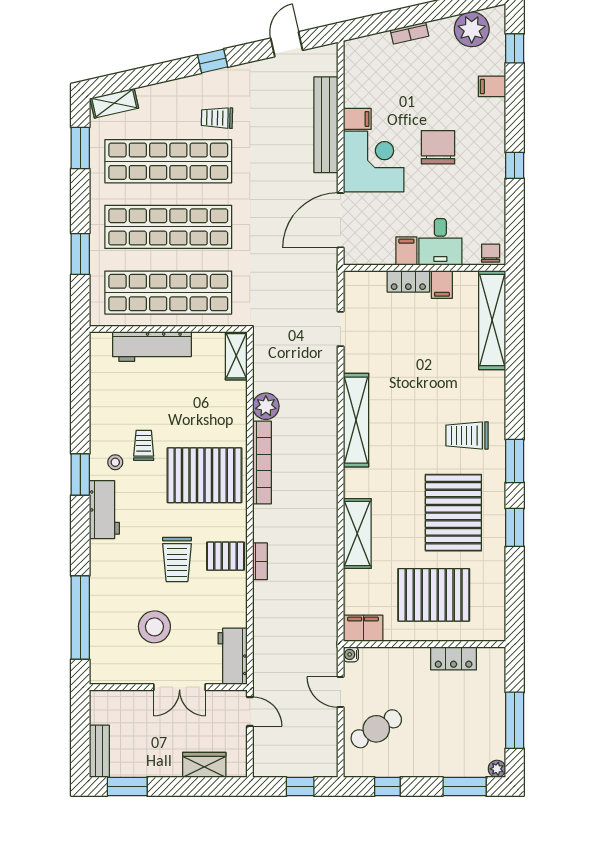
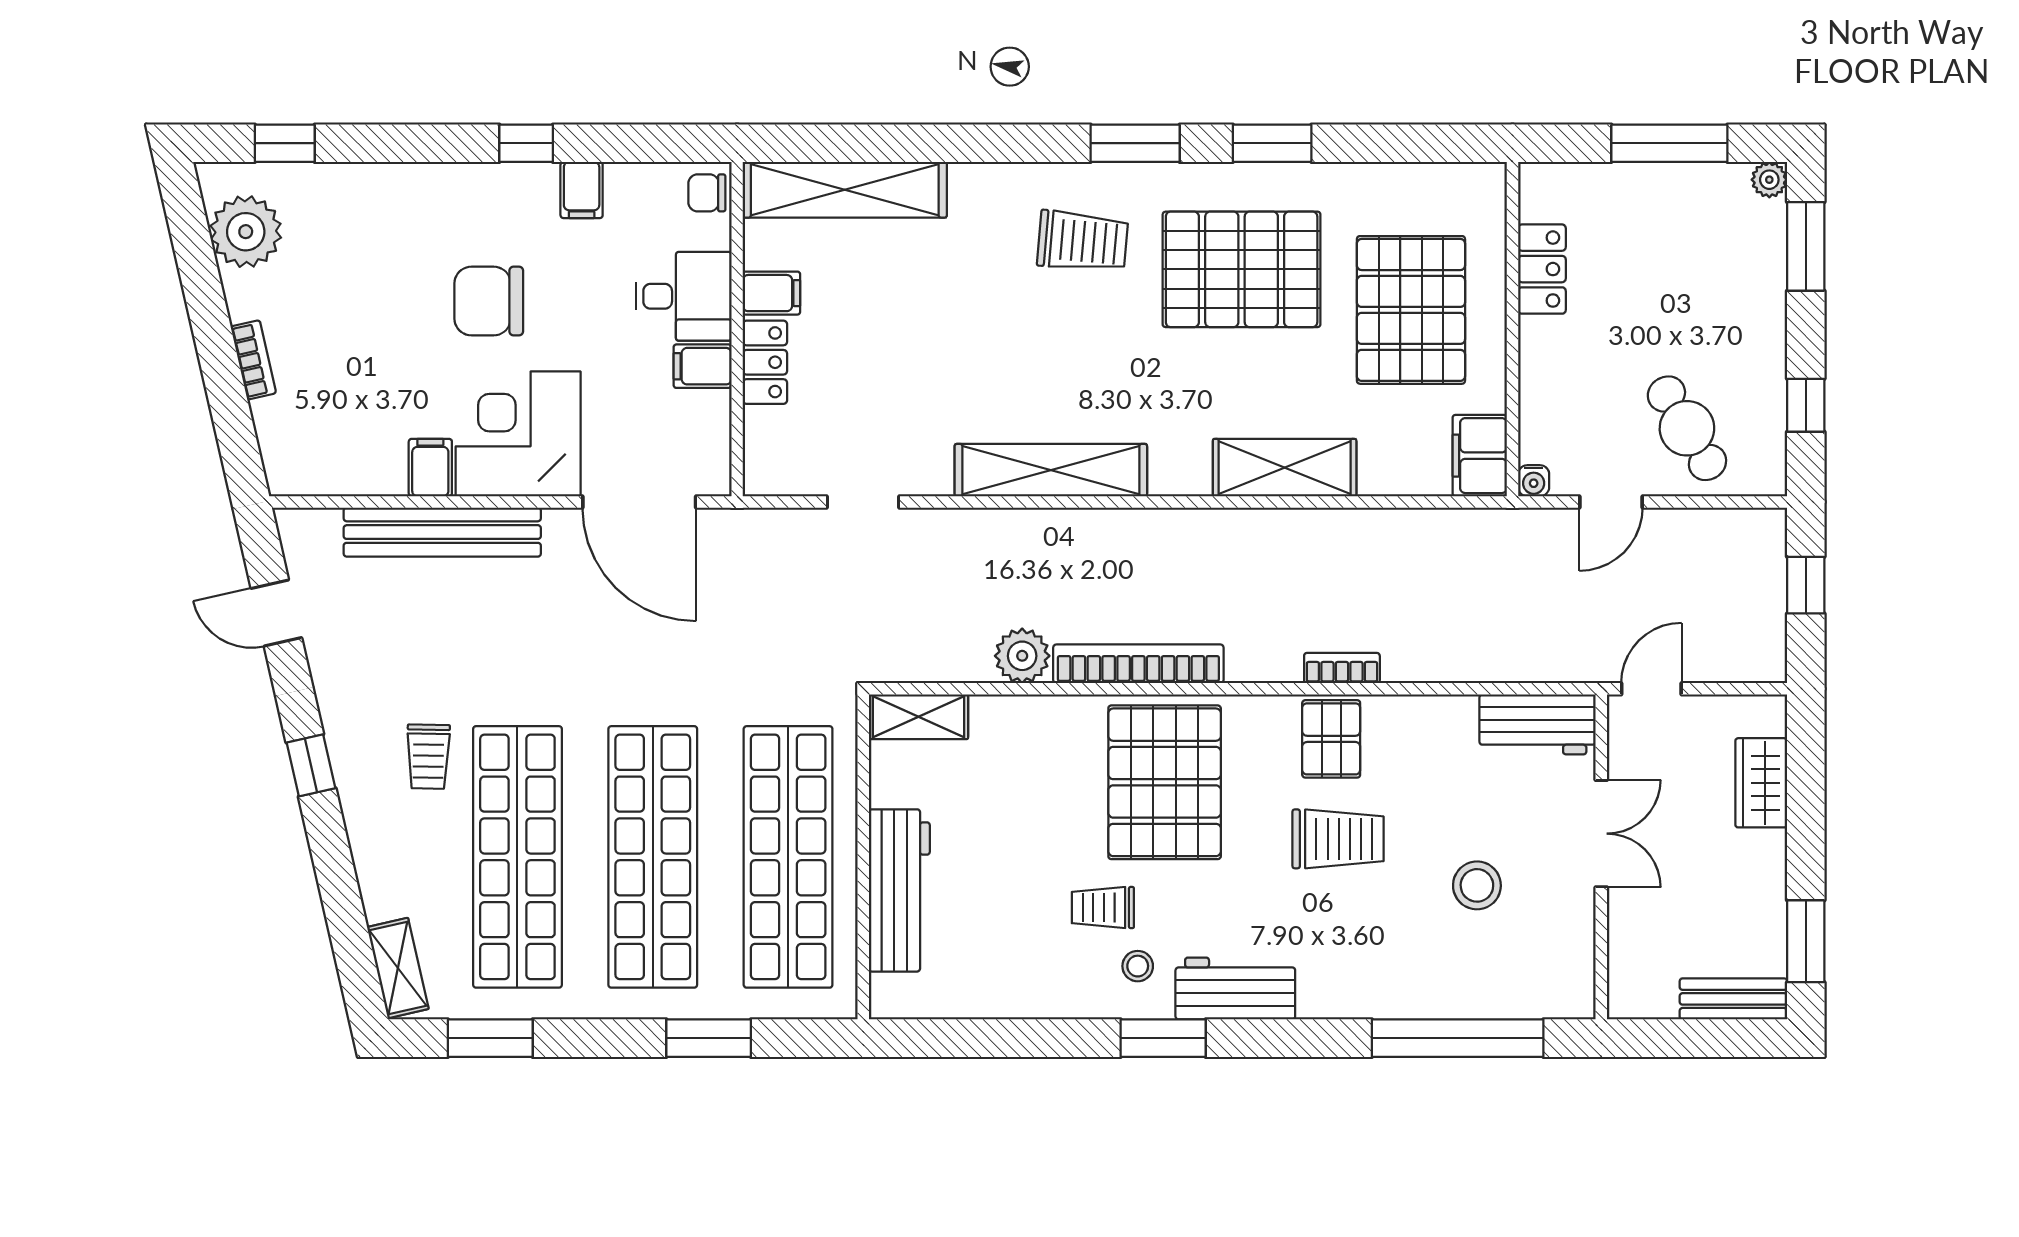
filing cabinet: (492, 86) -> (582, 190), moved
trolley: (467, 435) -> (1083, 241), turned -85
stool: (154, 627) -> (1477, 885), width x0.73, depth x0.73

